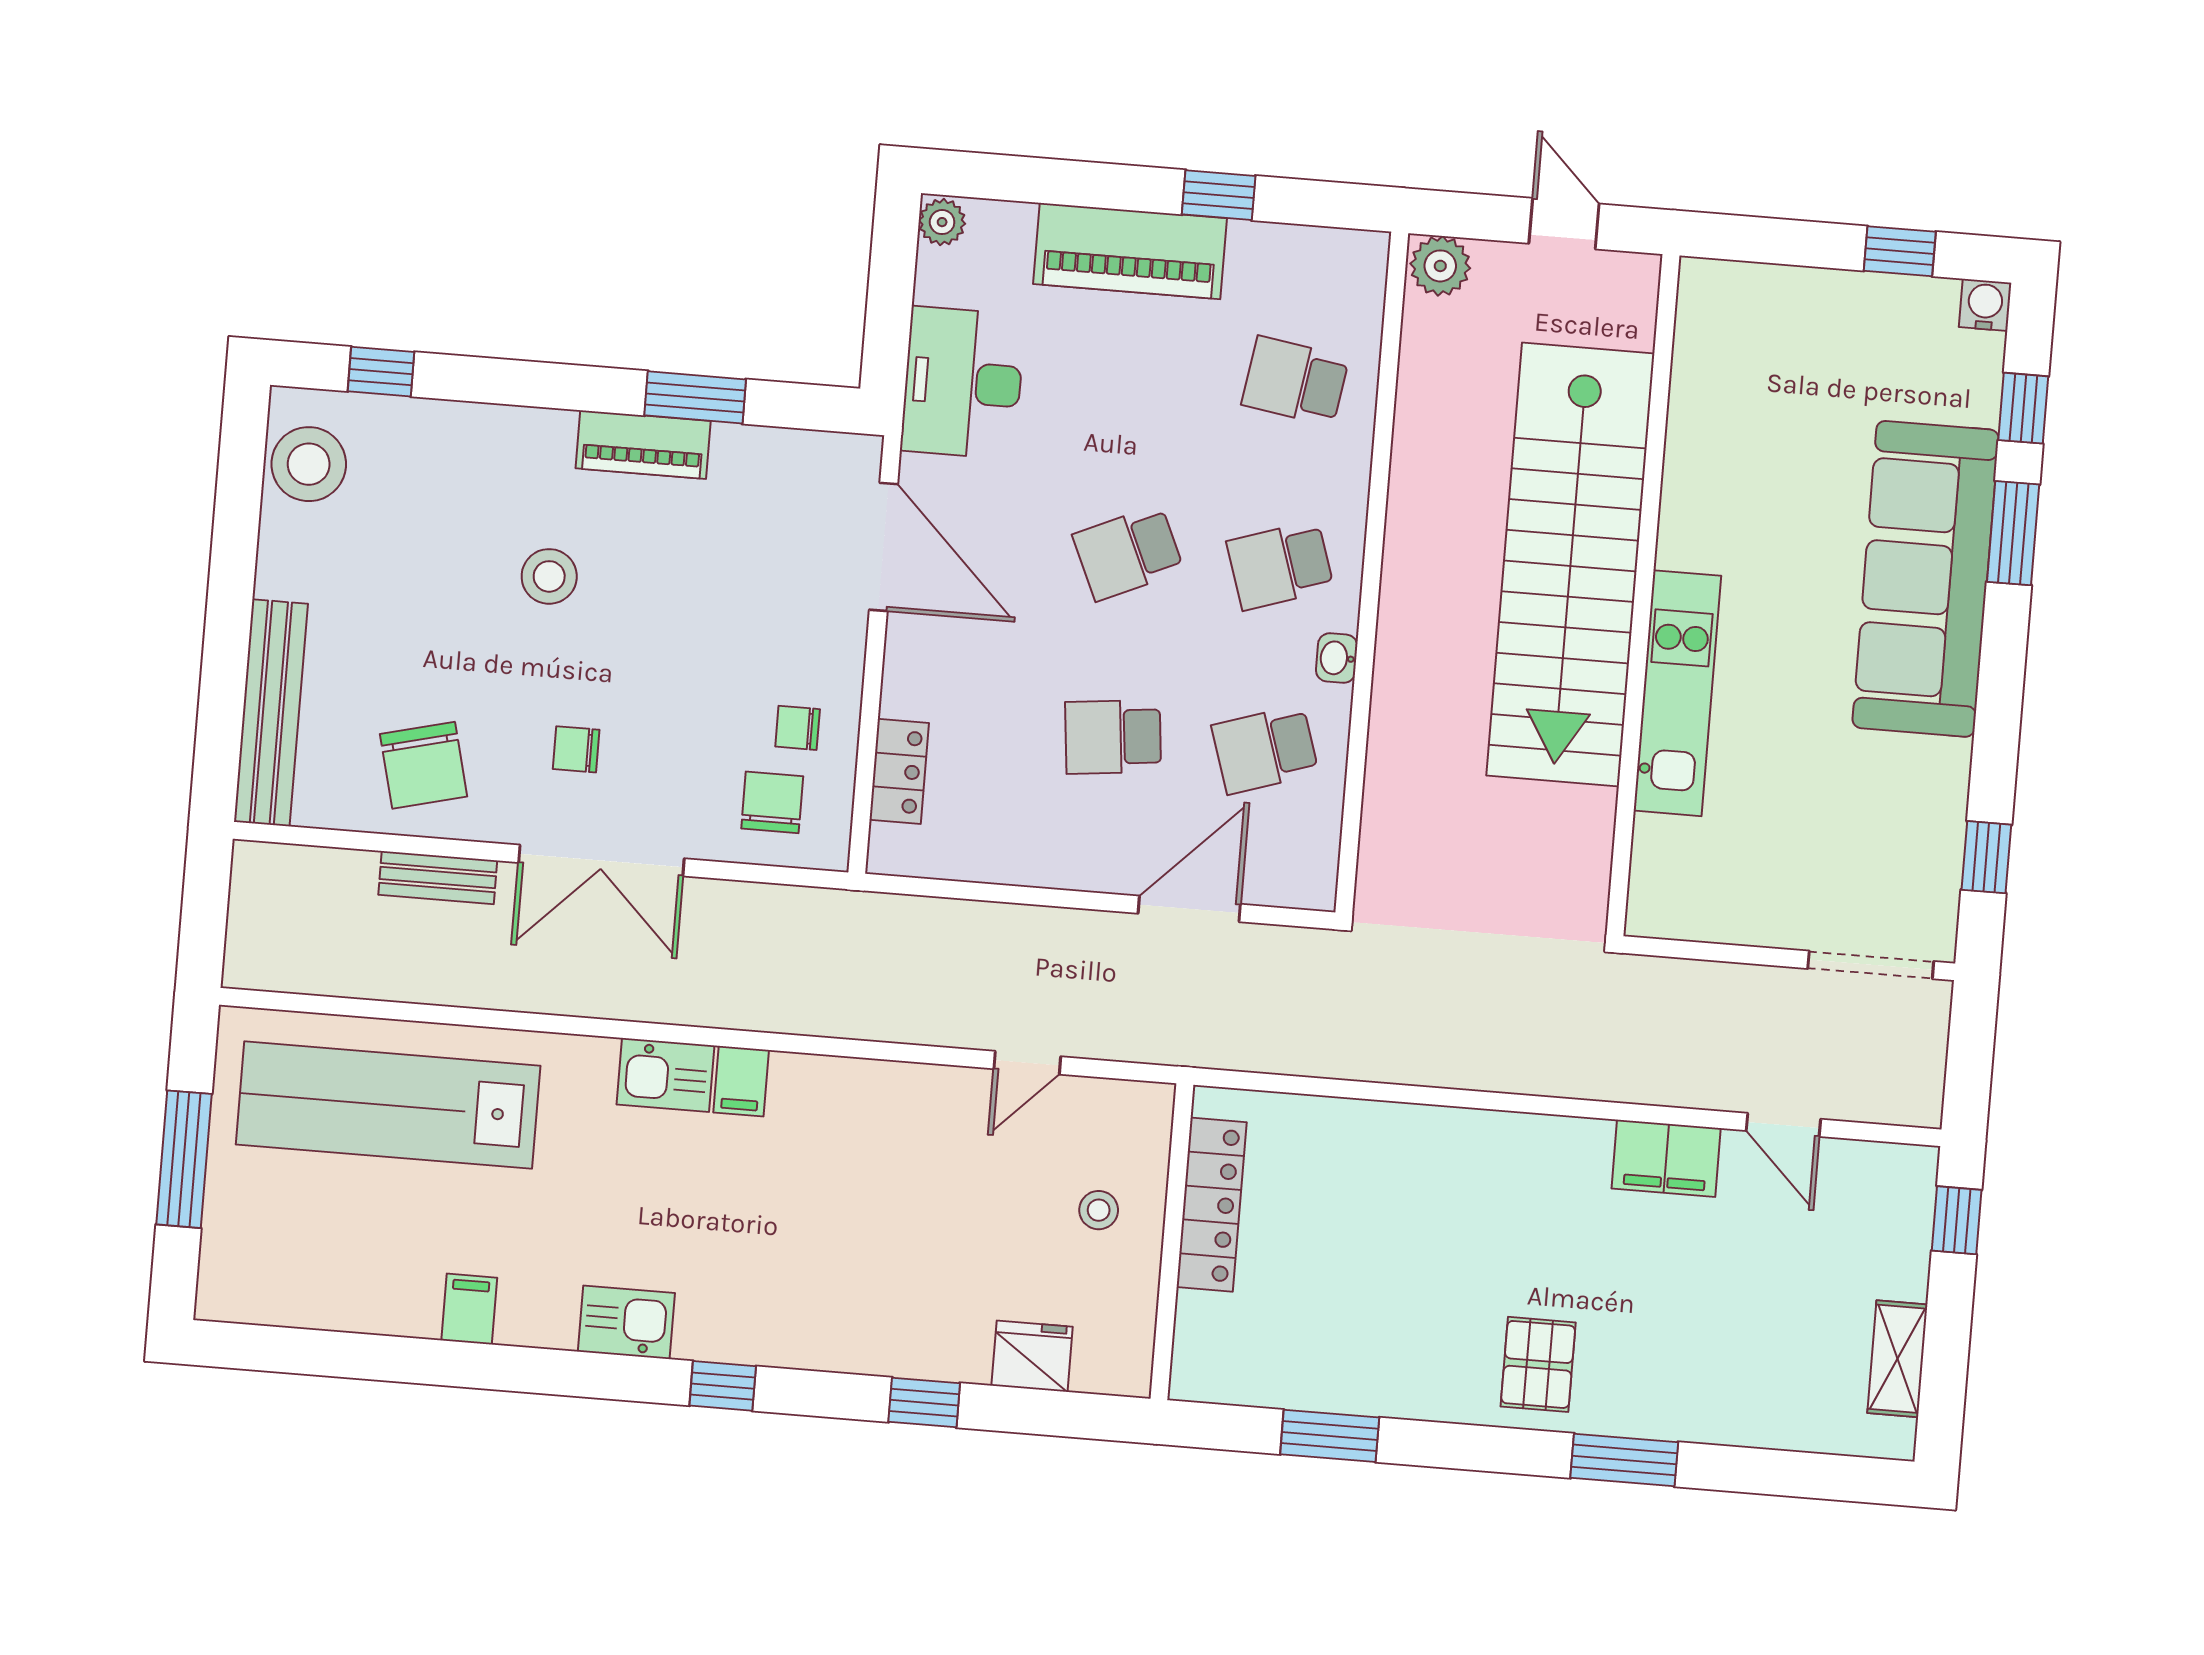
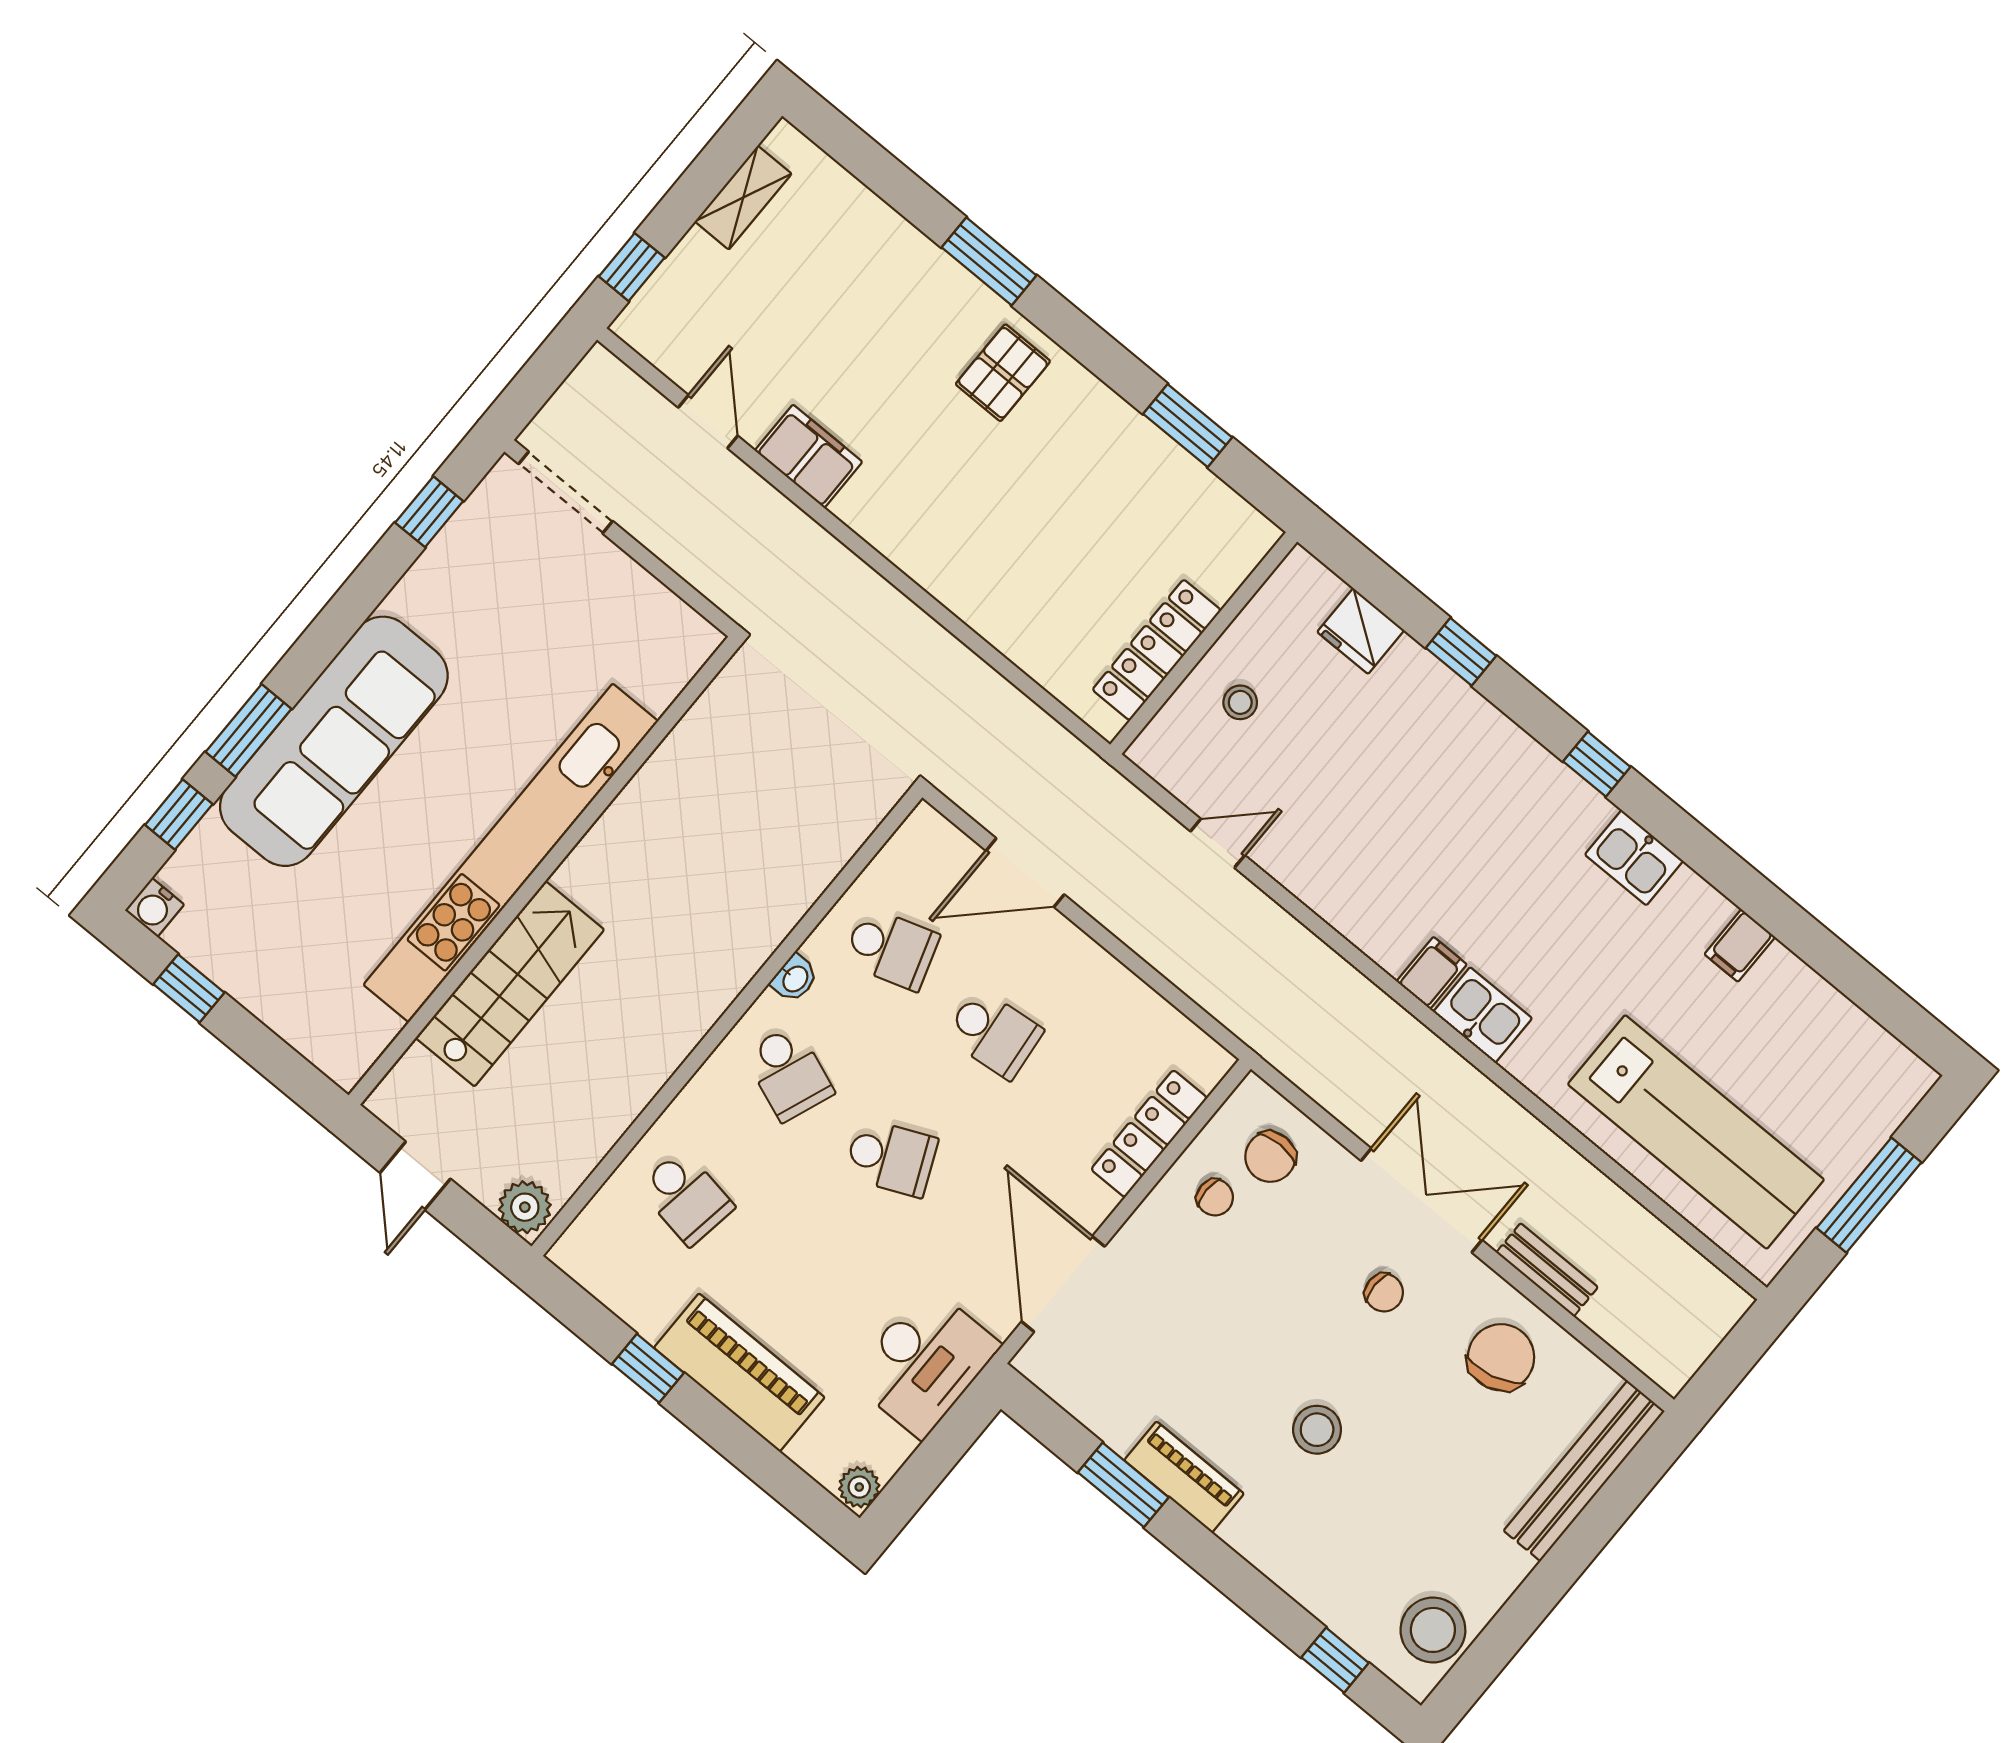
school desk: (1280, 565) -> (789, 1073), turned 39
stairs: (1570, 565) -> (510, 984), width x0.54, depth x0.66
kitchen unit: (1677, 693) -> (511, 853), width x1.86
locker: (899, 771) -> (1149, 1134), width x1.53

